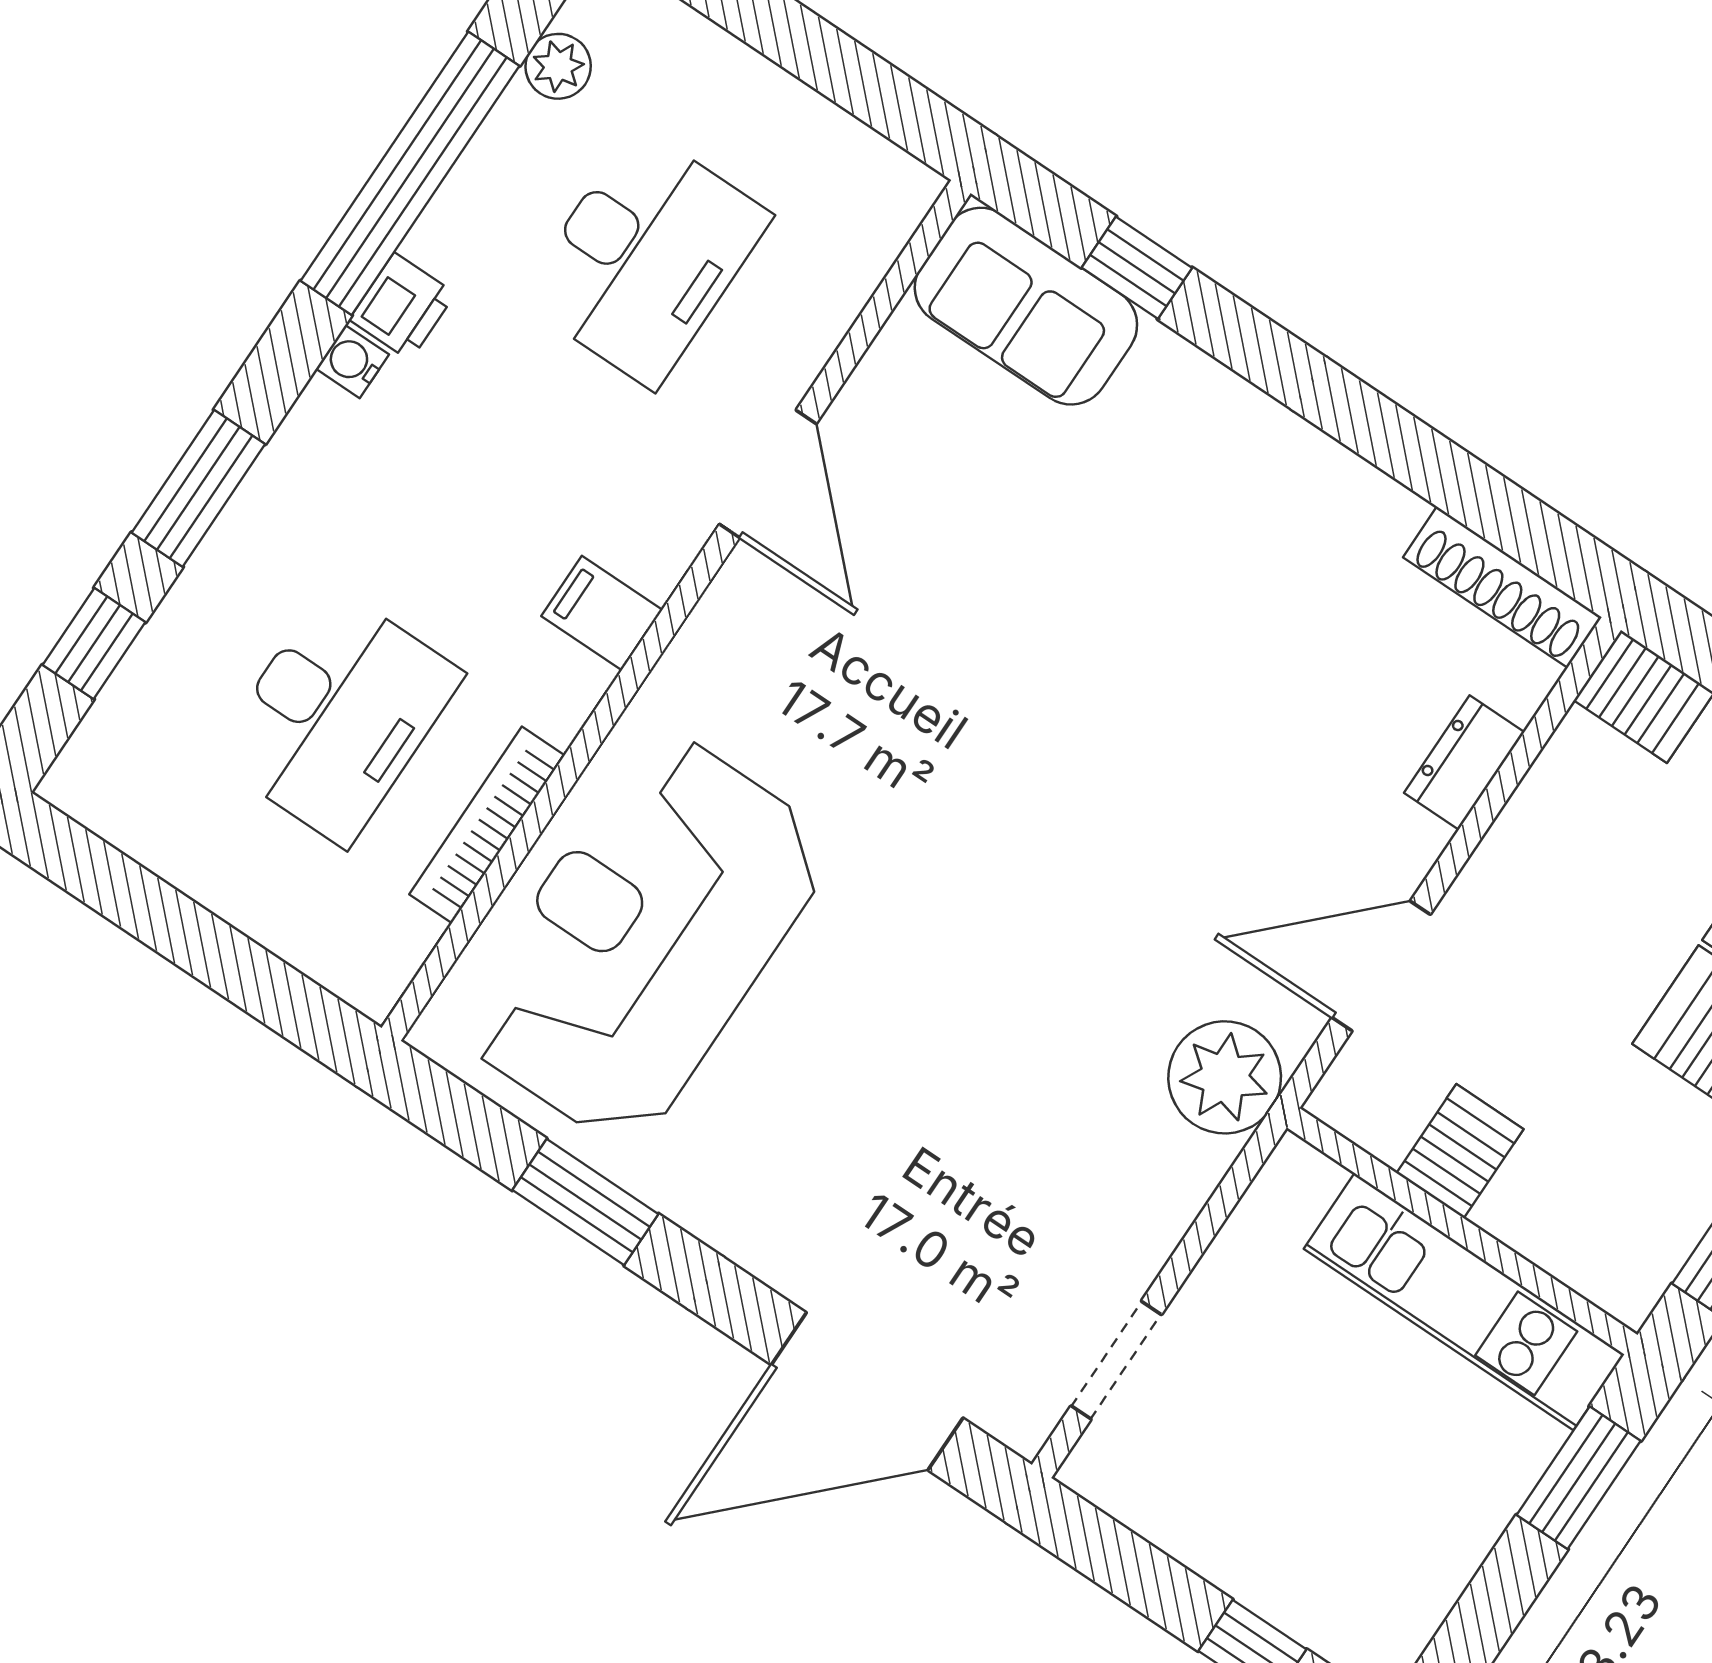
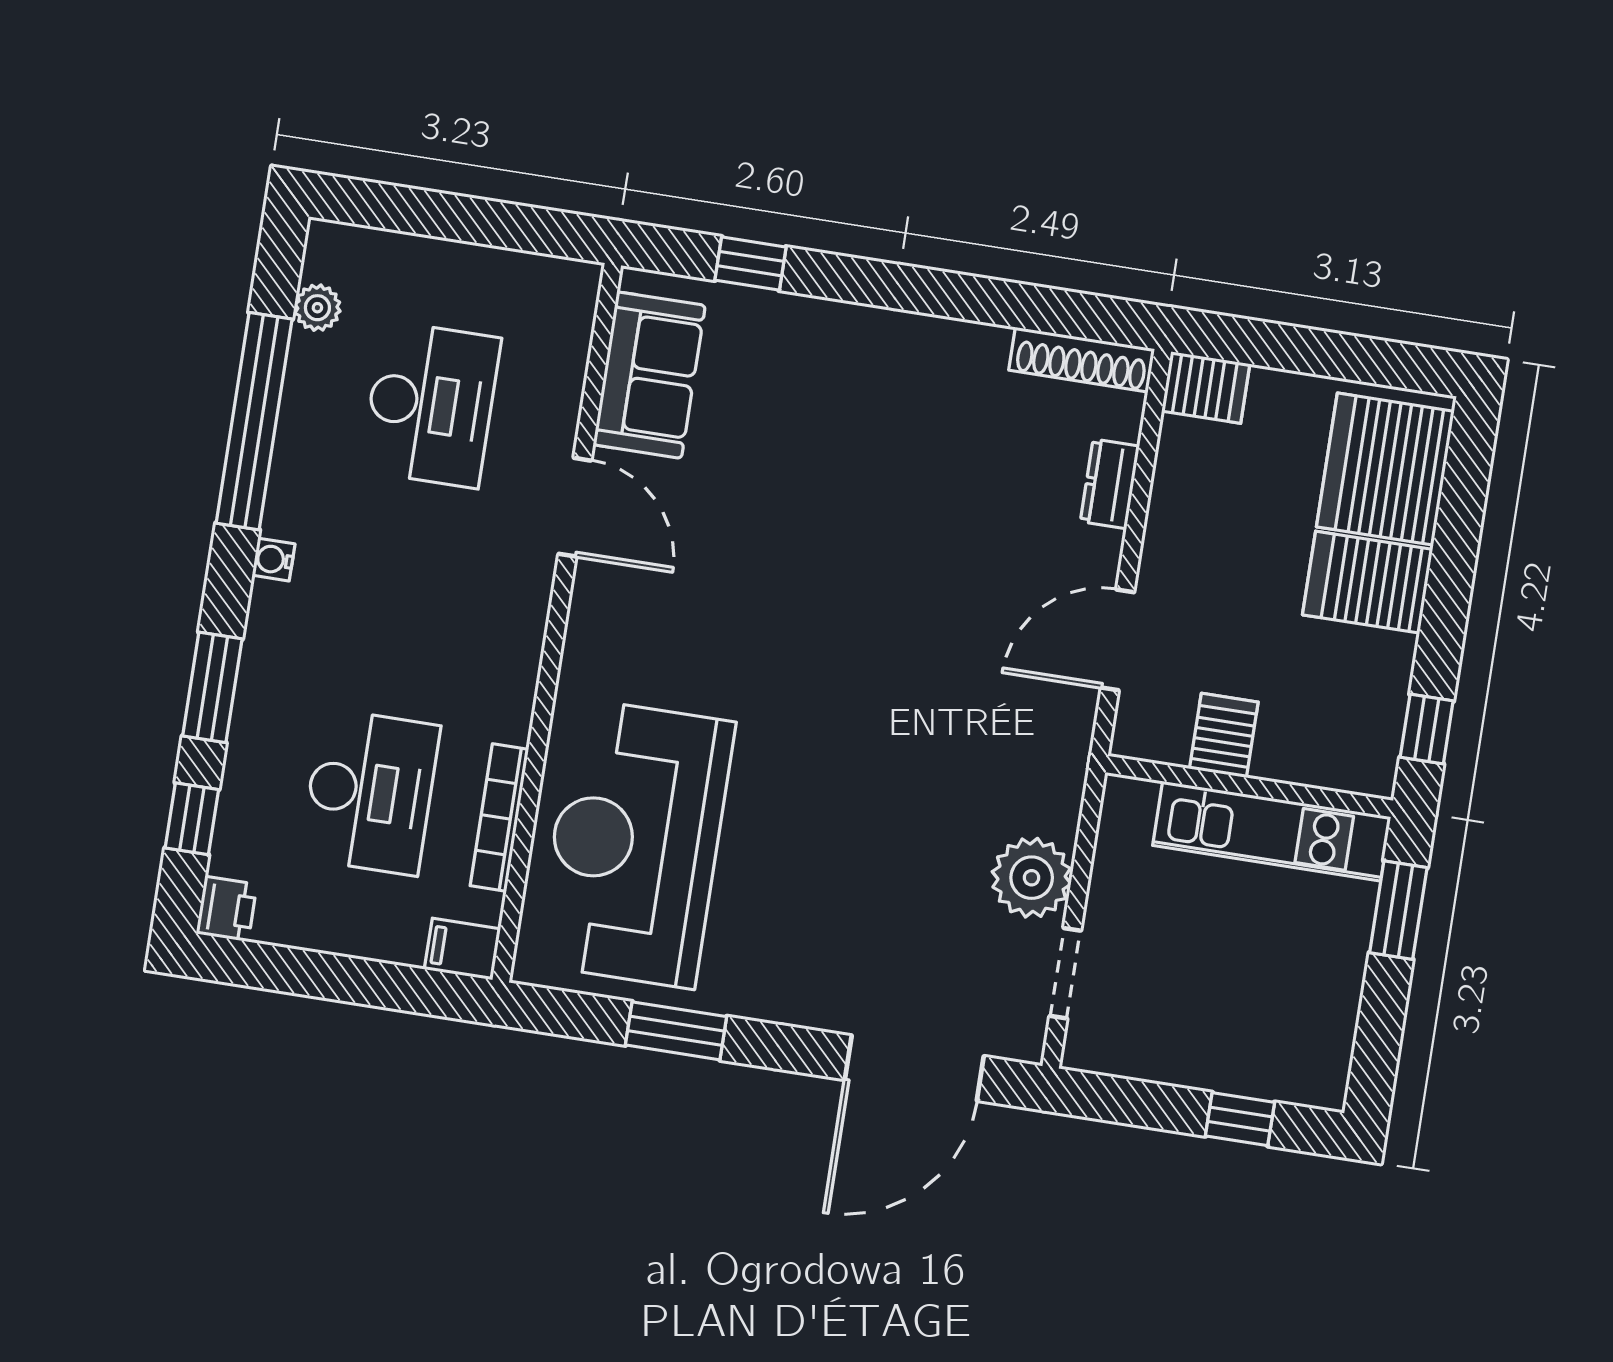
sofa: (1026, 306) -> (649, 375), moved, turned -90
printer: (402, 307) -> (227, 909), moved
filing cabinet: (602, 613) -> (462, 949), moved
plant: (1225, 1077) -> (1032, 878), moved

